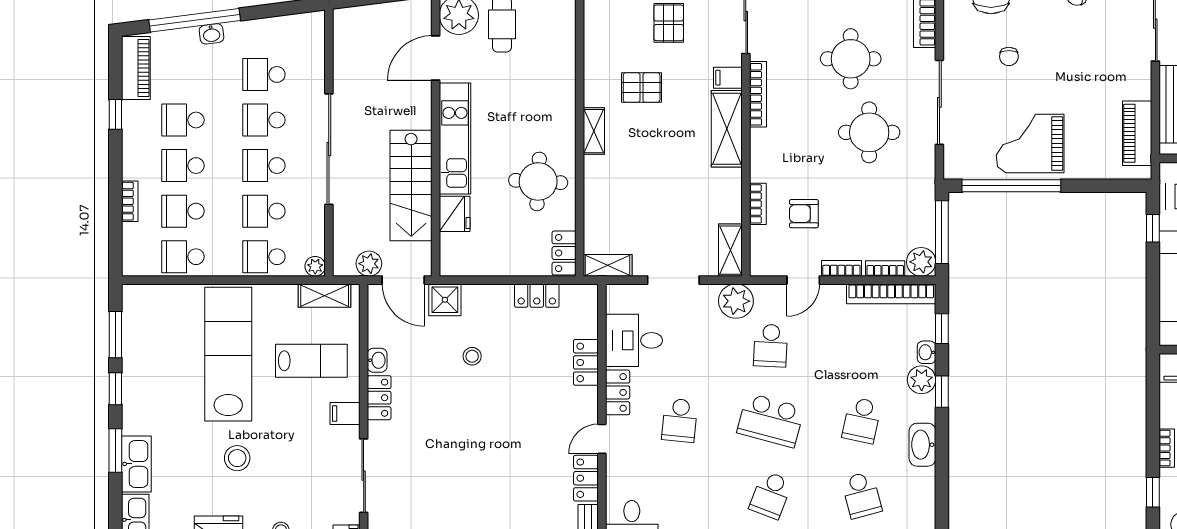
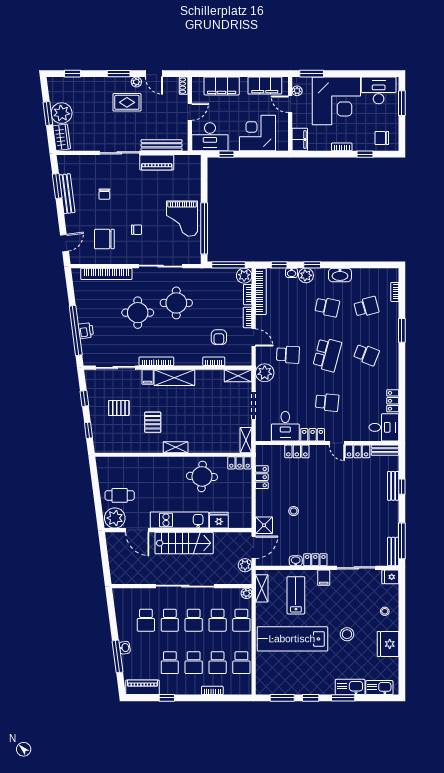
window: (195, 20) -> (117, 656), width x0.68
piano: (1137, 133) -> (157, 162), moved
stairs: (411, 185) -> (184, 543), moved

